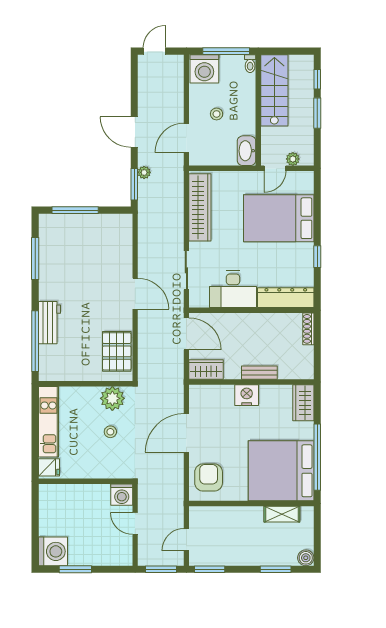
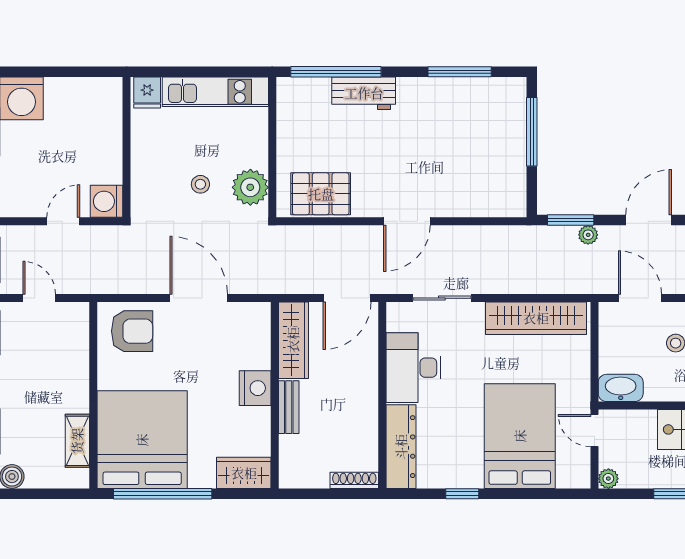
plant: (293, 159) -> (608, 479), moved
wardrobe: (206, 370) -> (293, 340), width x1.50

